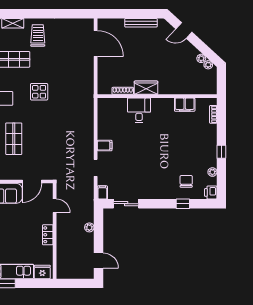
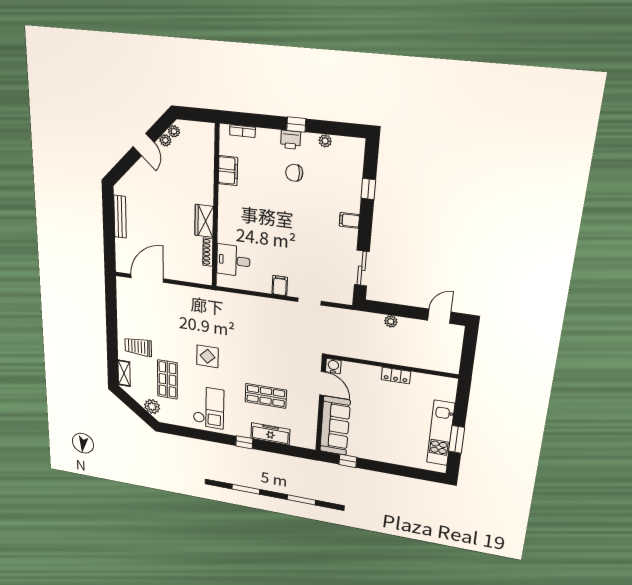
door: (184, 30) -> (144, 145), moved
desk: (139, 110) -> (233, 260), moved
chair: (186, 181) -> (294, 173), moved
water cooler: (47, 189) -> (333, 366), added
filing cabinet: (102, 192) -> (349, 220), moved
printer: (211, 192) -> (291, 140), moved
door: (55, 206) -> (357, 361), removed
fridge: (42, 272) -> (447, 391), removed

